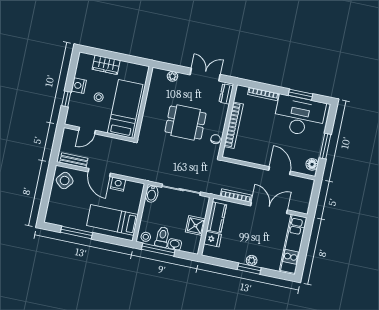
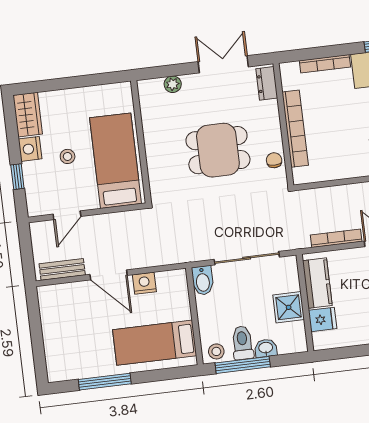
wardrobe: (106, 65) -> (28, 115), moved, turned -90
side table: (65, 181) -> (58, 306), removed

